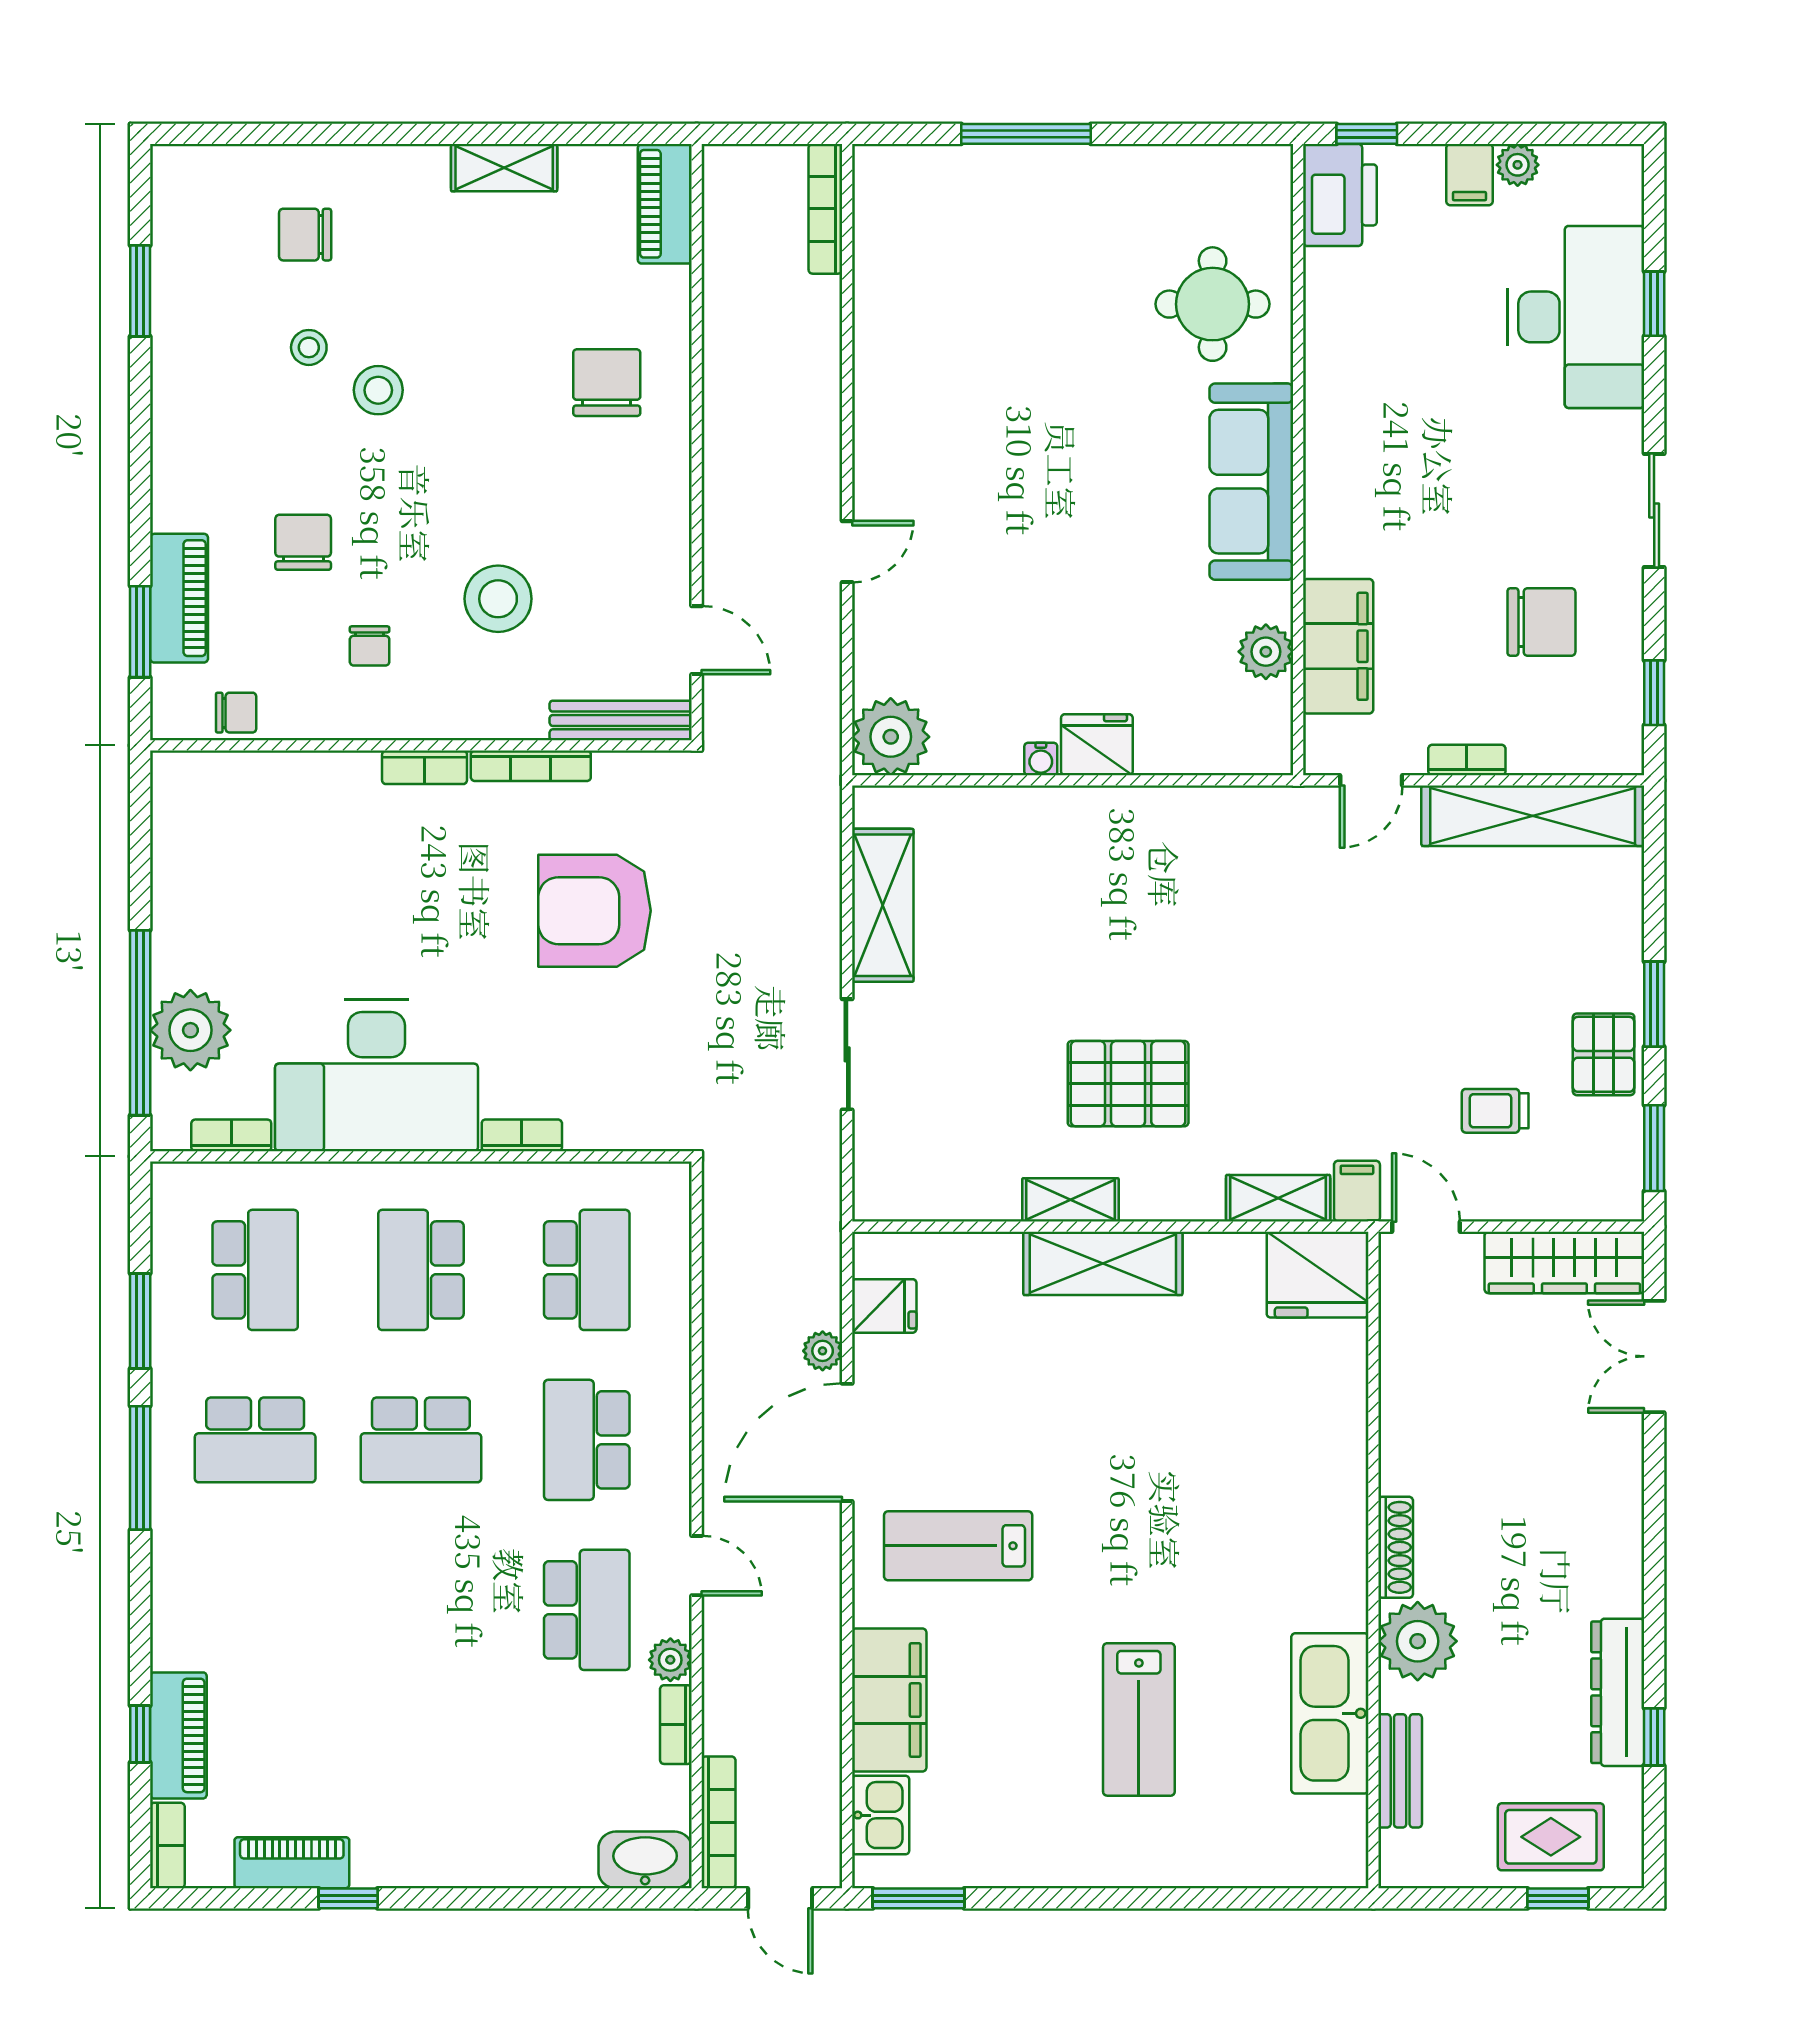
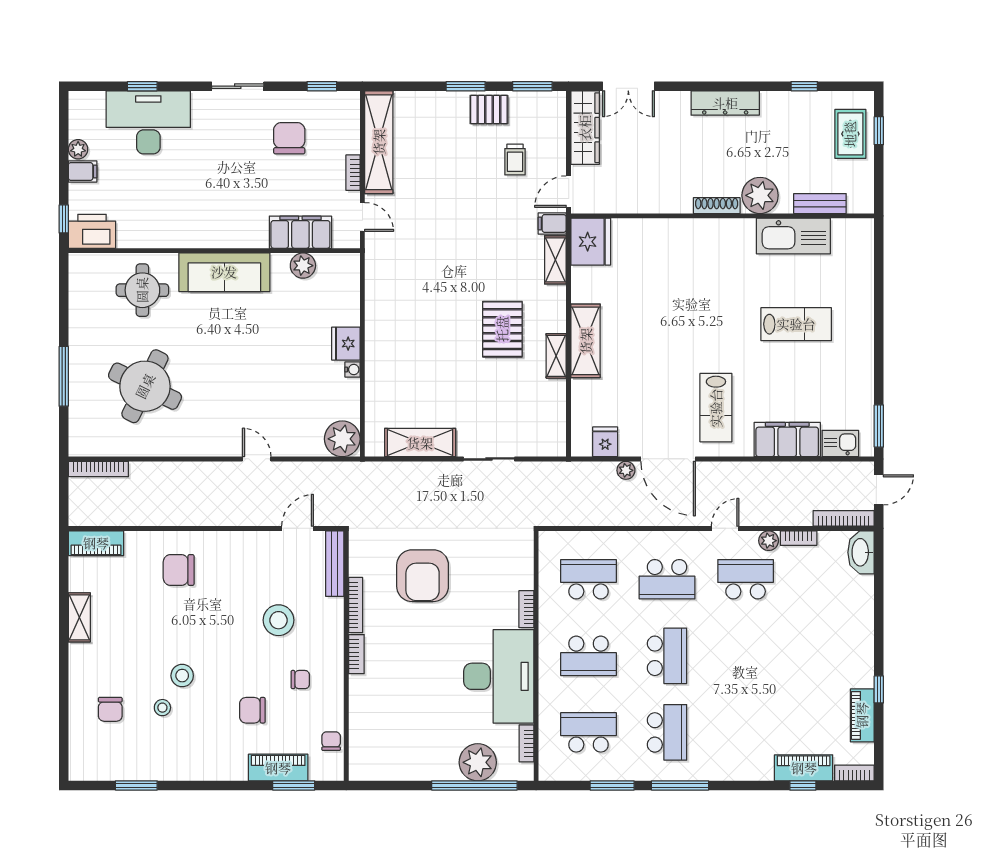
round table: (1005, 310) -> (145, 386), added
dresser: (1618, 1692) -> (725, 103), moved

